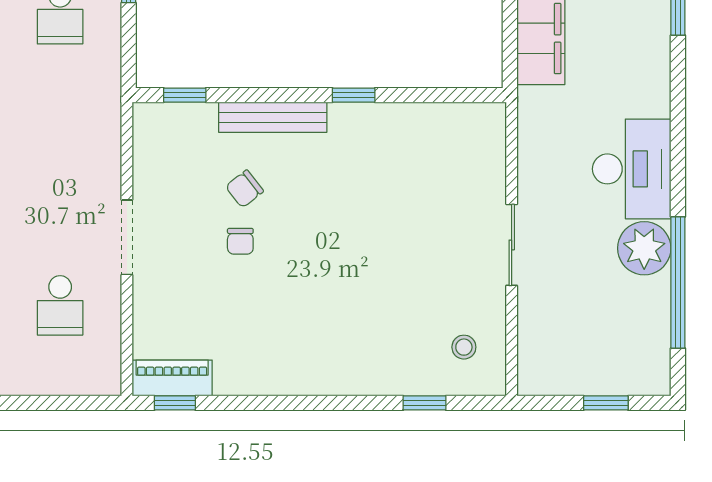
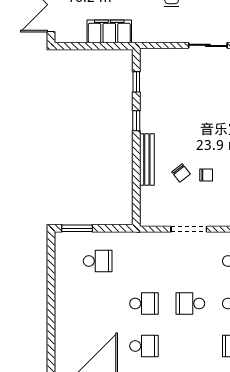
window: (185, 95) -> (136, 82), moved
doorway: (127, 237) -> (189, 229), moved

